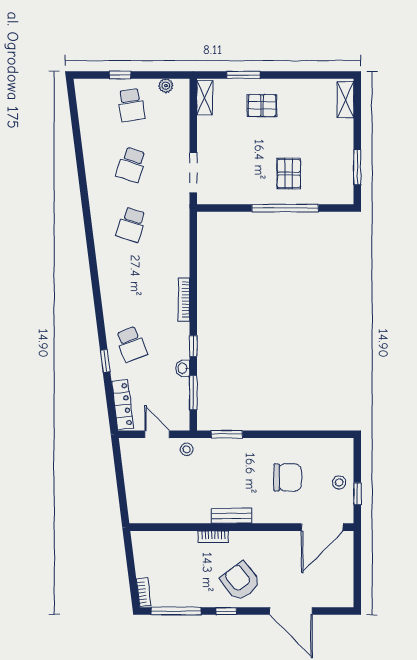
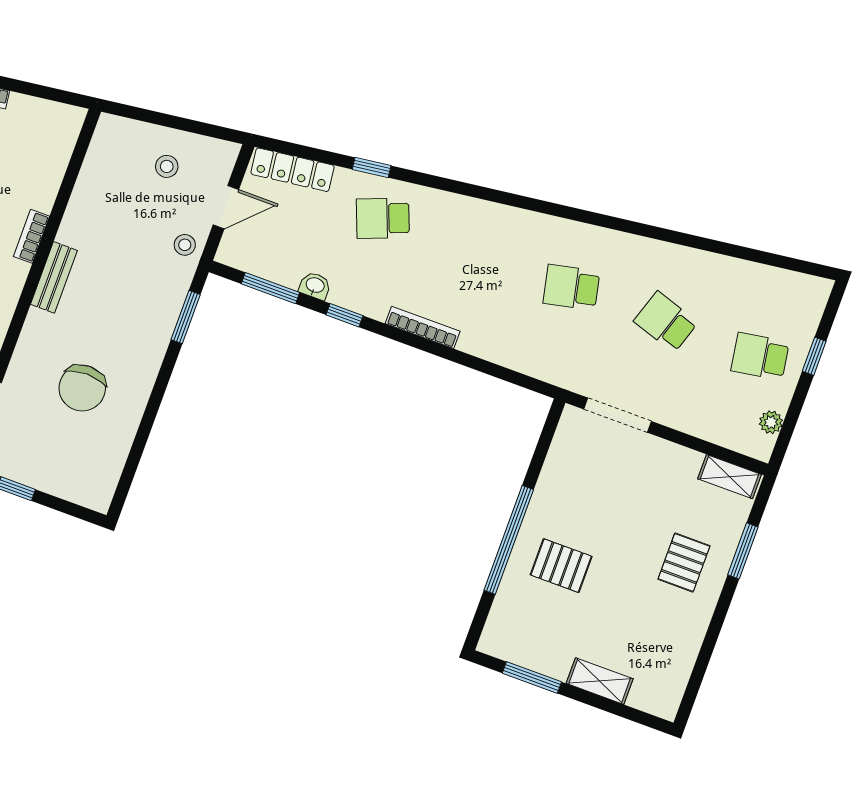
shelving: (346, 100) -> (600, 681), moved
school desk: (131, 225) -> (571, 287), turned -30
stool: (339, 482) -> (167, 166), moved

